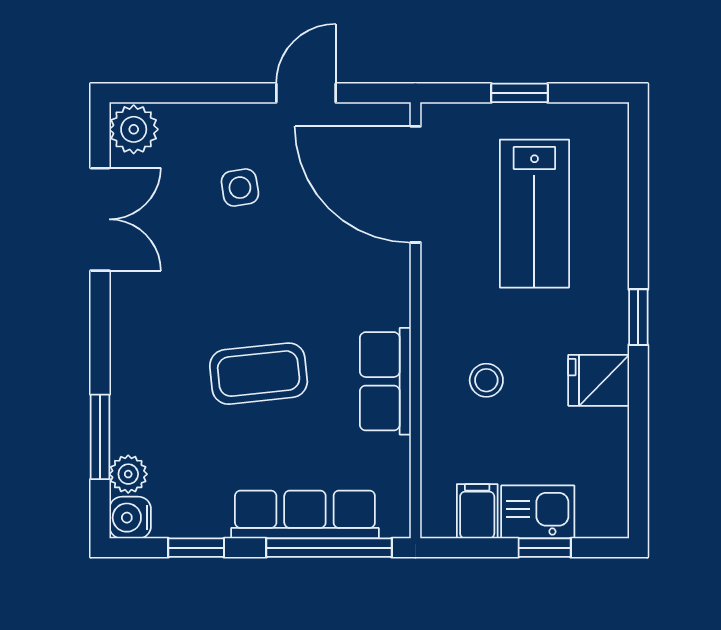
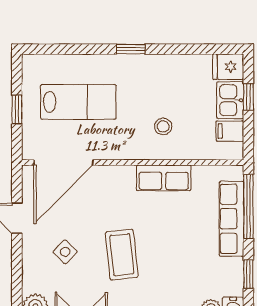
side table: (240, 188) -> (65, 252), turned -37
coffee table: (259, 374) -> (122, 255), moved
fridge: (599, 380) -> (228, 67), moved, turned 90

